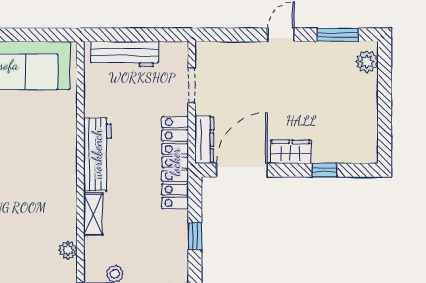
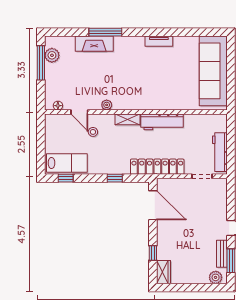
bench: (326, 50) -> (222, 254), added
workbench: (125, 54) -> (220, 152), moved
dresser: (204, 140) -> (171, 184), removed
wardrobe: (291, 152) -> (164, 272), moved

